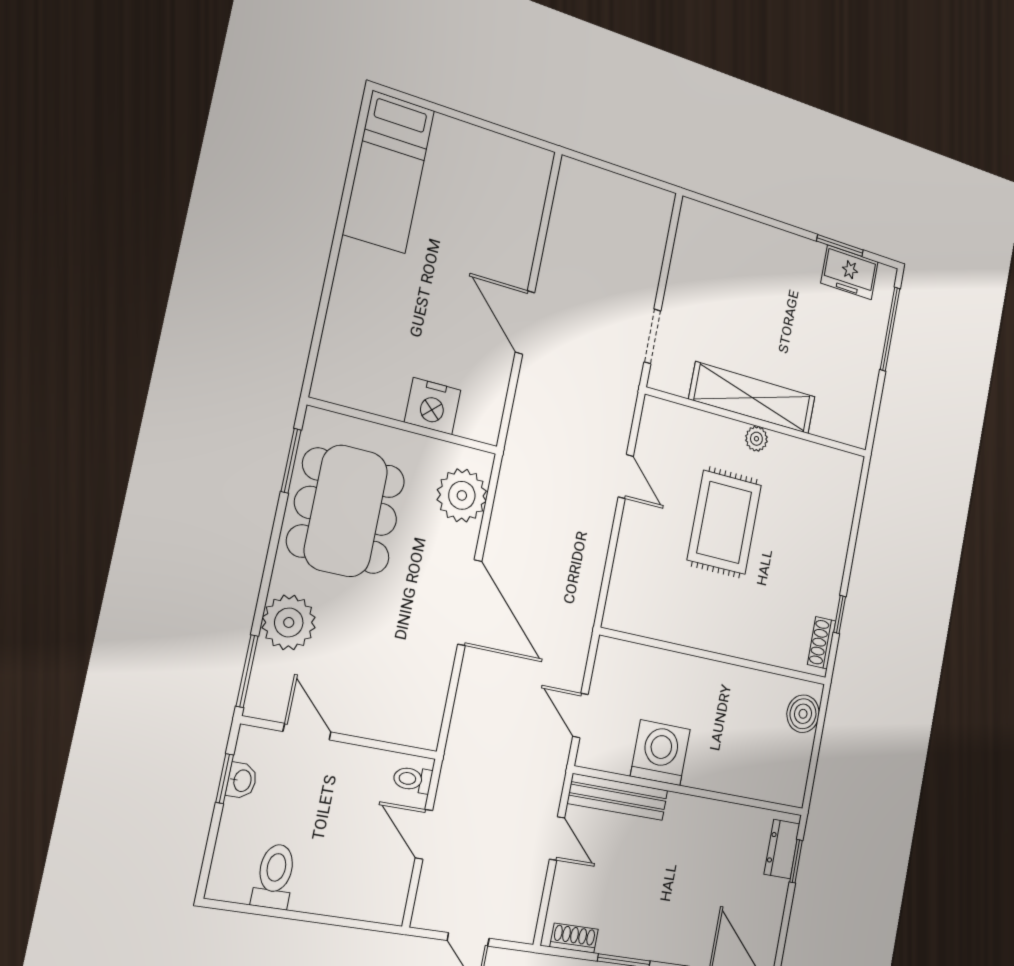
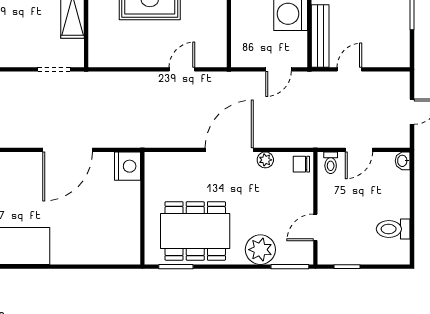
door: (525, 322) -> (68, 150), width x1.36
nightstand: (433, 406) -> (128, 166), moved
door: (626, 477) -> (182, 69), moved
plant: (462, 495) -> (265, 160), moved, width x0.53, depth x0.53
chair: (421, 726) -> (301, 164), added
washbasin: (242, 781) -> (403, 161), moved, turned -90
shoe rack: (574, 938) -> (403, 47), removed

